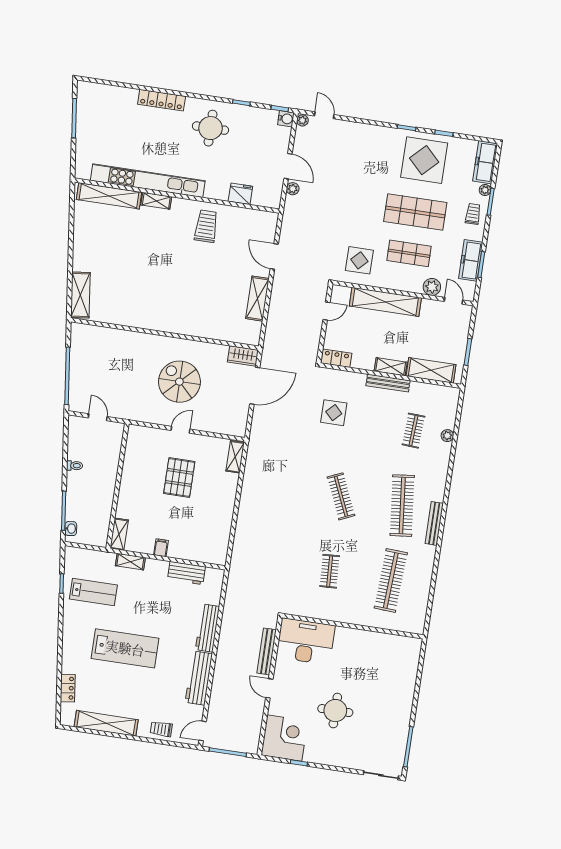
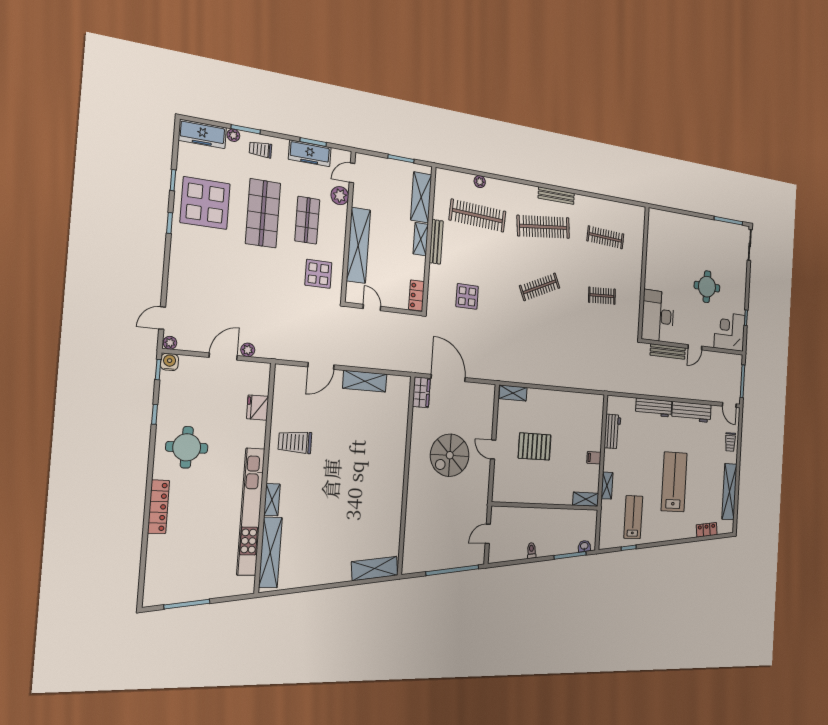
clothes rail: (413, 431) -> (478, 216), width x1.86, depth x1.31
clothes rail: (391, 580) -> (605, 237), width x0.73, depth x0.76

